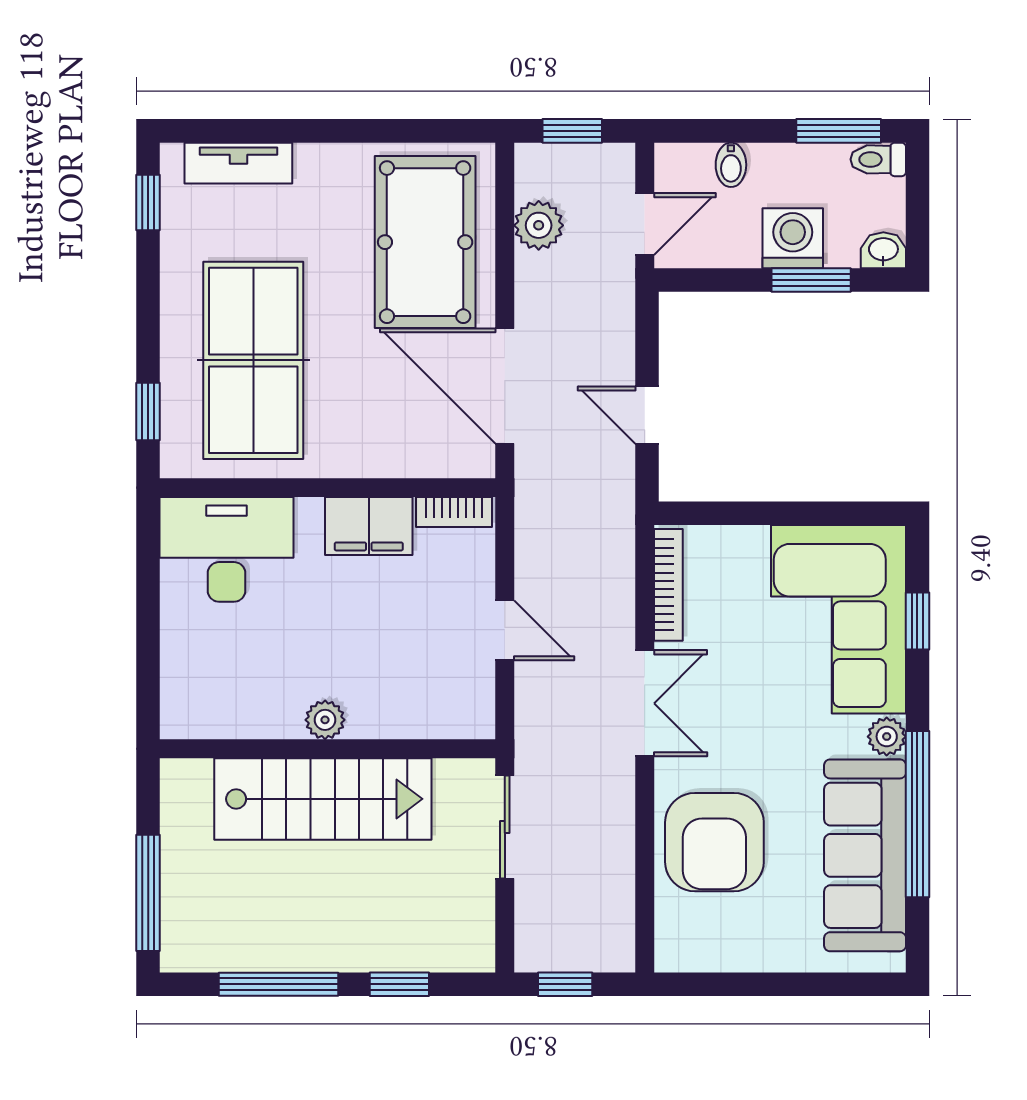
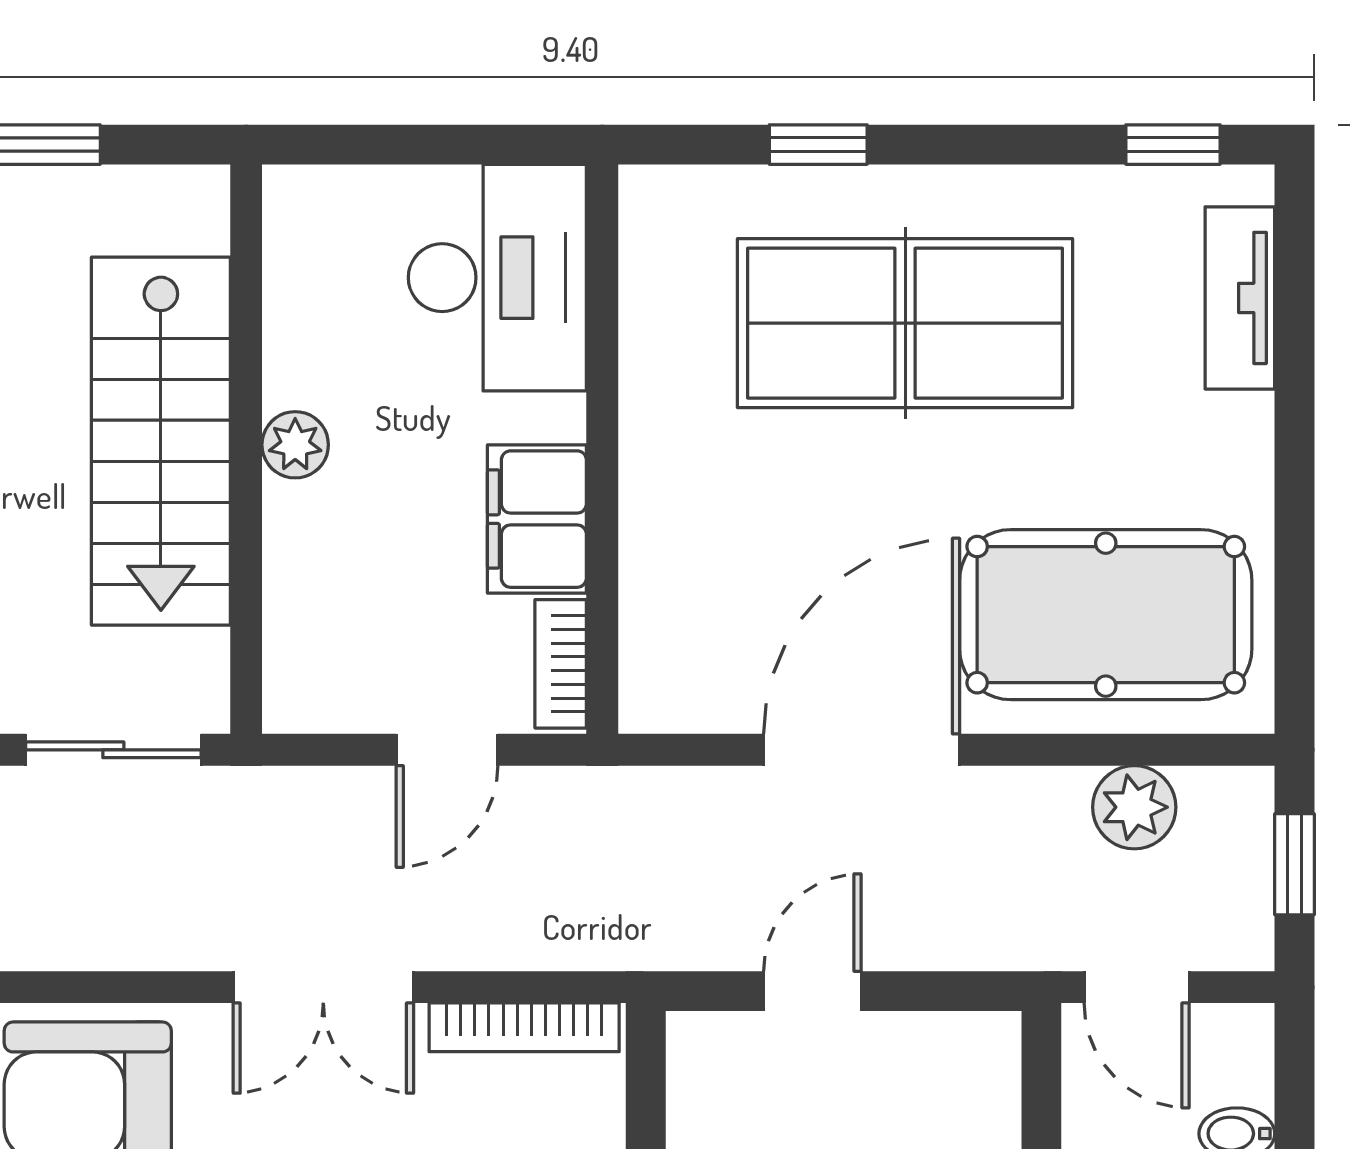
wall: (328, 488) -> (602, 449), moved
bookcase: (454, 512) -> (561, 664), moved
filing cabinet: (369, 526) -> (537, 519), moved
desk: (226, 549) -> (497, 278), moved

